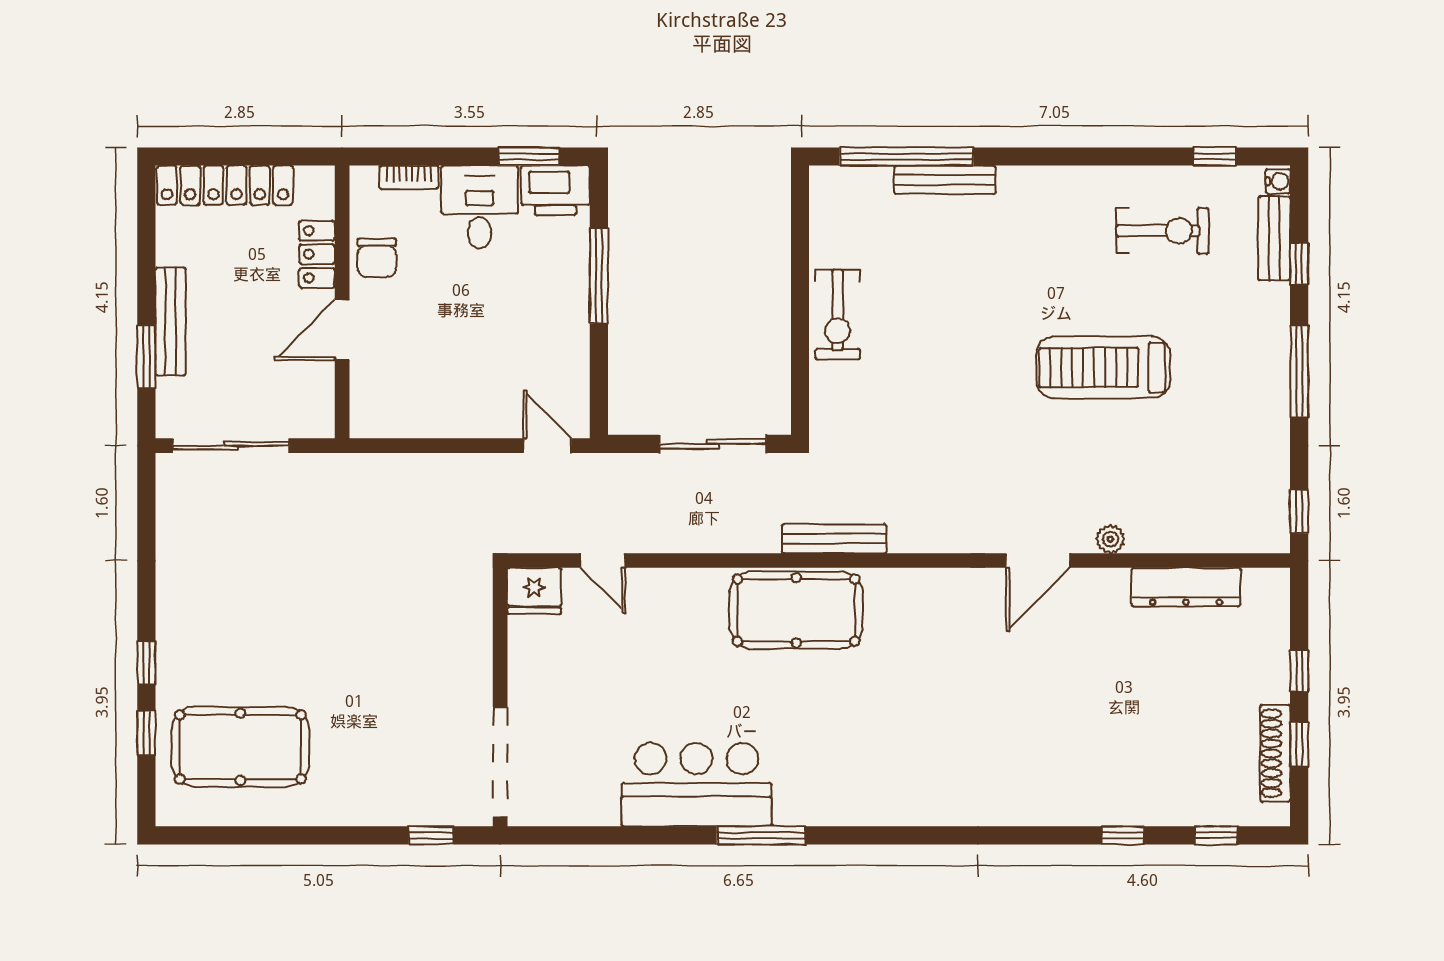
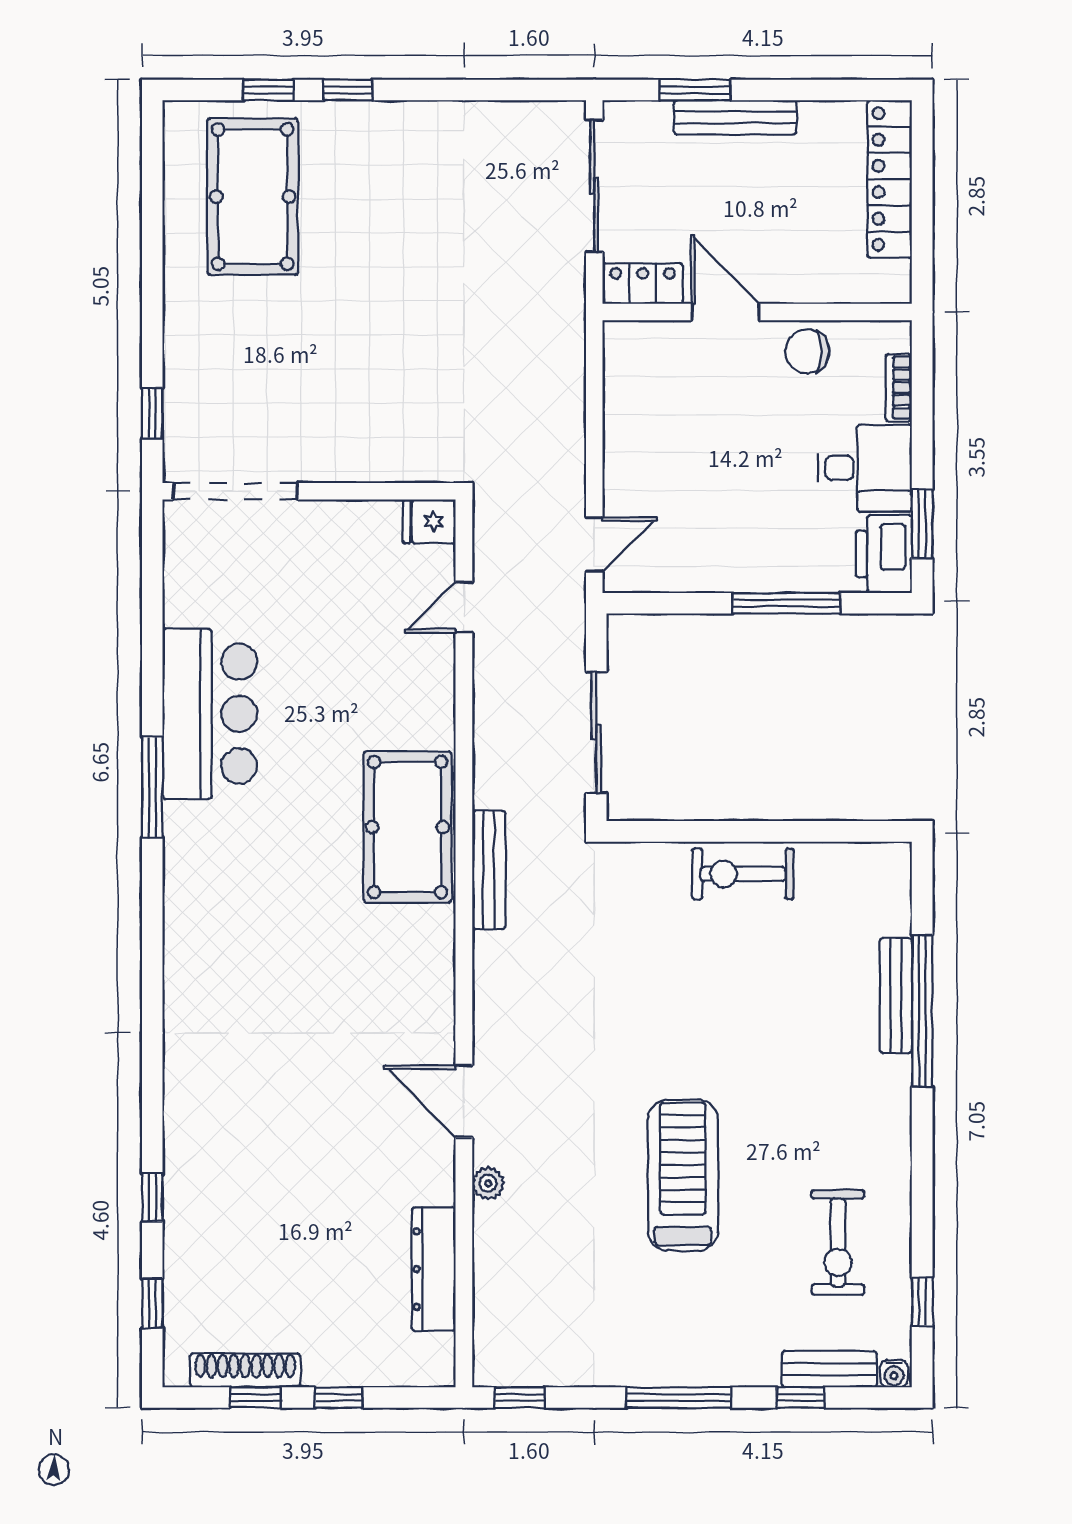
window: (907, 157) -> (922, 1011), moved
locker: (317, 254) -> (643, 284), moved
fridge: (534, 591) -> (429, 521), width x0.72

